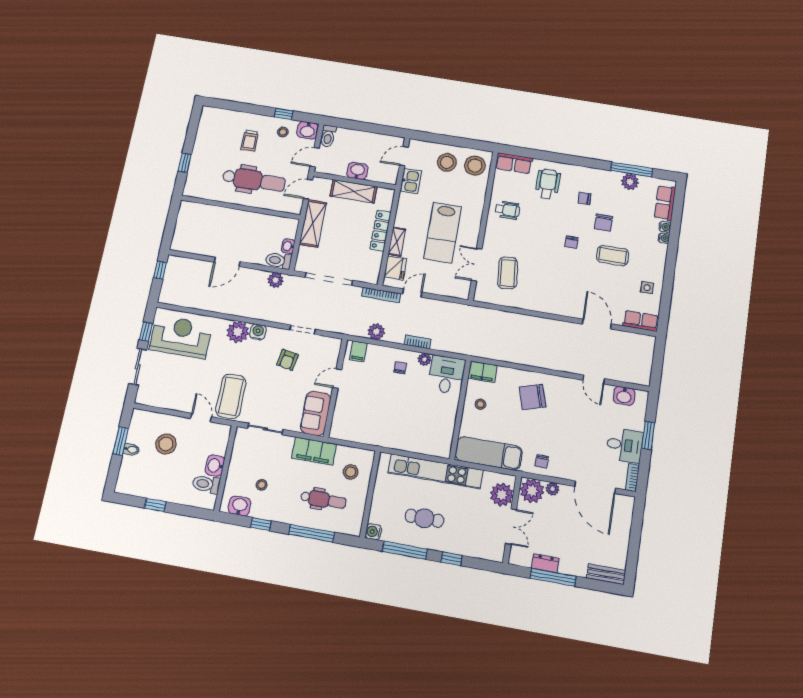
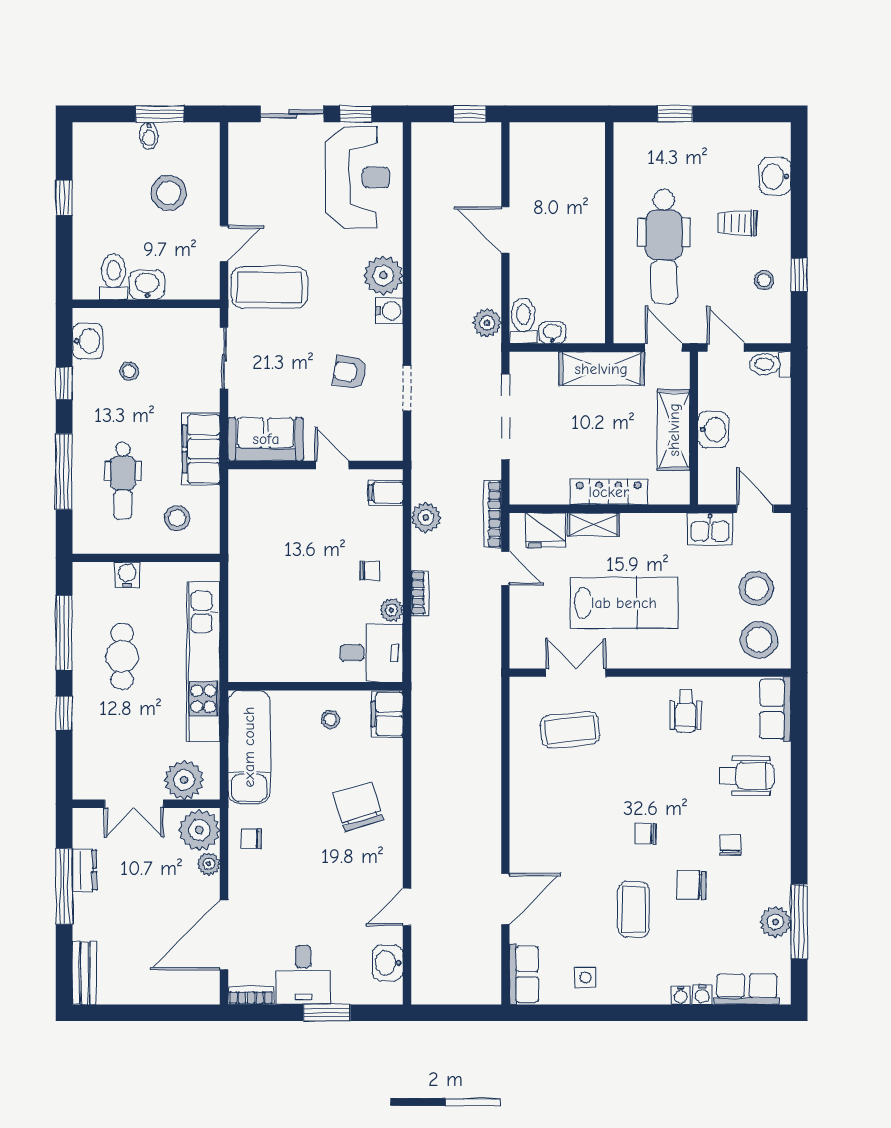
washbasin: (308, 130) -> (775, 176), moved
lab bench: (443, 233) -> (624, 603), turned 180
water cooler: (373, 532) -> (127, 575), moved

